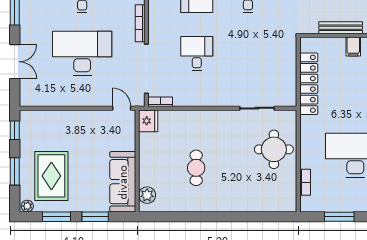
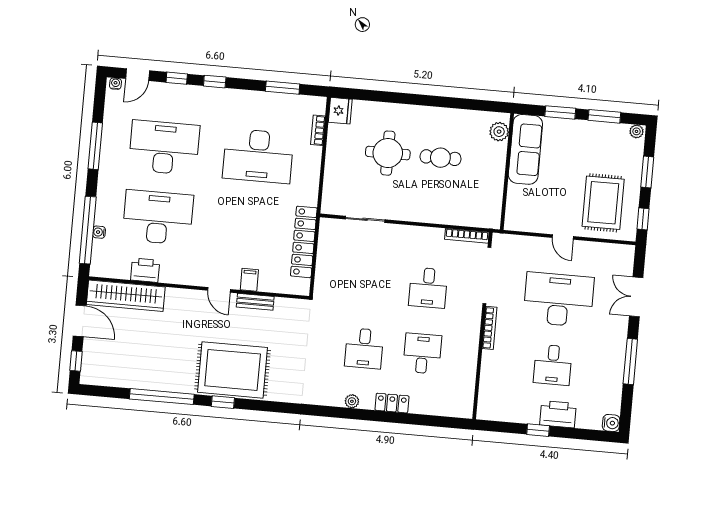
bench: (341, 28) -> (255, 302), width x0.73
desk: (82, 53) -> (559, 300), turned 180
bookcase: (160, 102) -> (467, 236), width x1.56
door: (122, 108) -> (563, 237), moved
fridge: (148, 121) -> (340, 111), moved, turned 180
round table: (274, 149) -> (388, 153), moved
cafe table: (196, 168) -> (440, 158), turned 90
rug: (51, 176) -> (603, 203), moved

